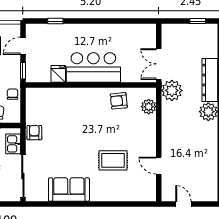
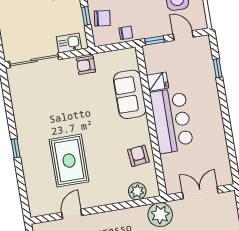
double door: (159, 64) -> (200, 193), moved
armchair: (34, 133) -> (86, 65), turned 180
rug: (113, 160) -> (69, 161), width x1.36, depth x1.43
sofa: (69, 190) -> (130, 94), moved, turned 180
window: (95, 204) -> (16, 148), added

